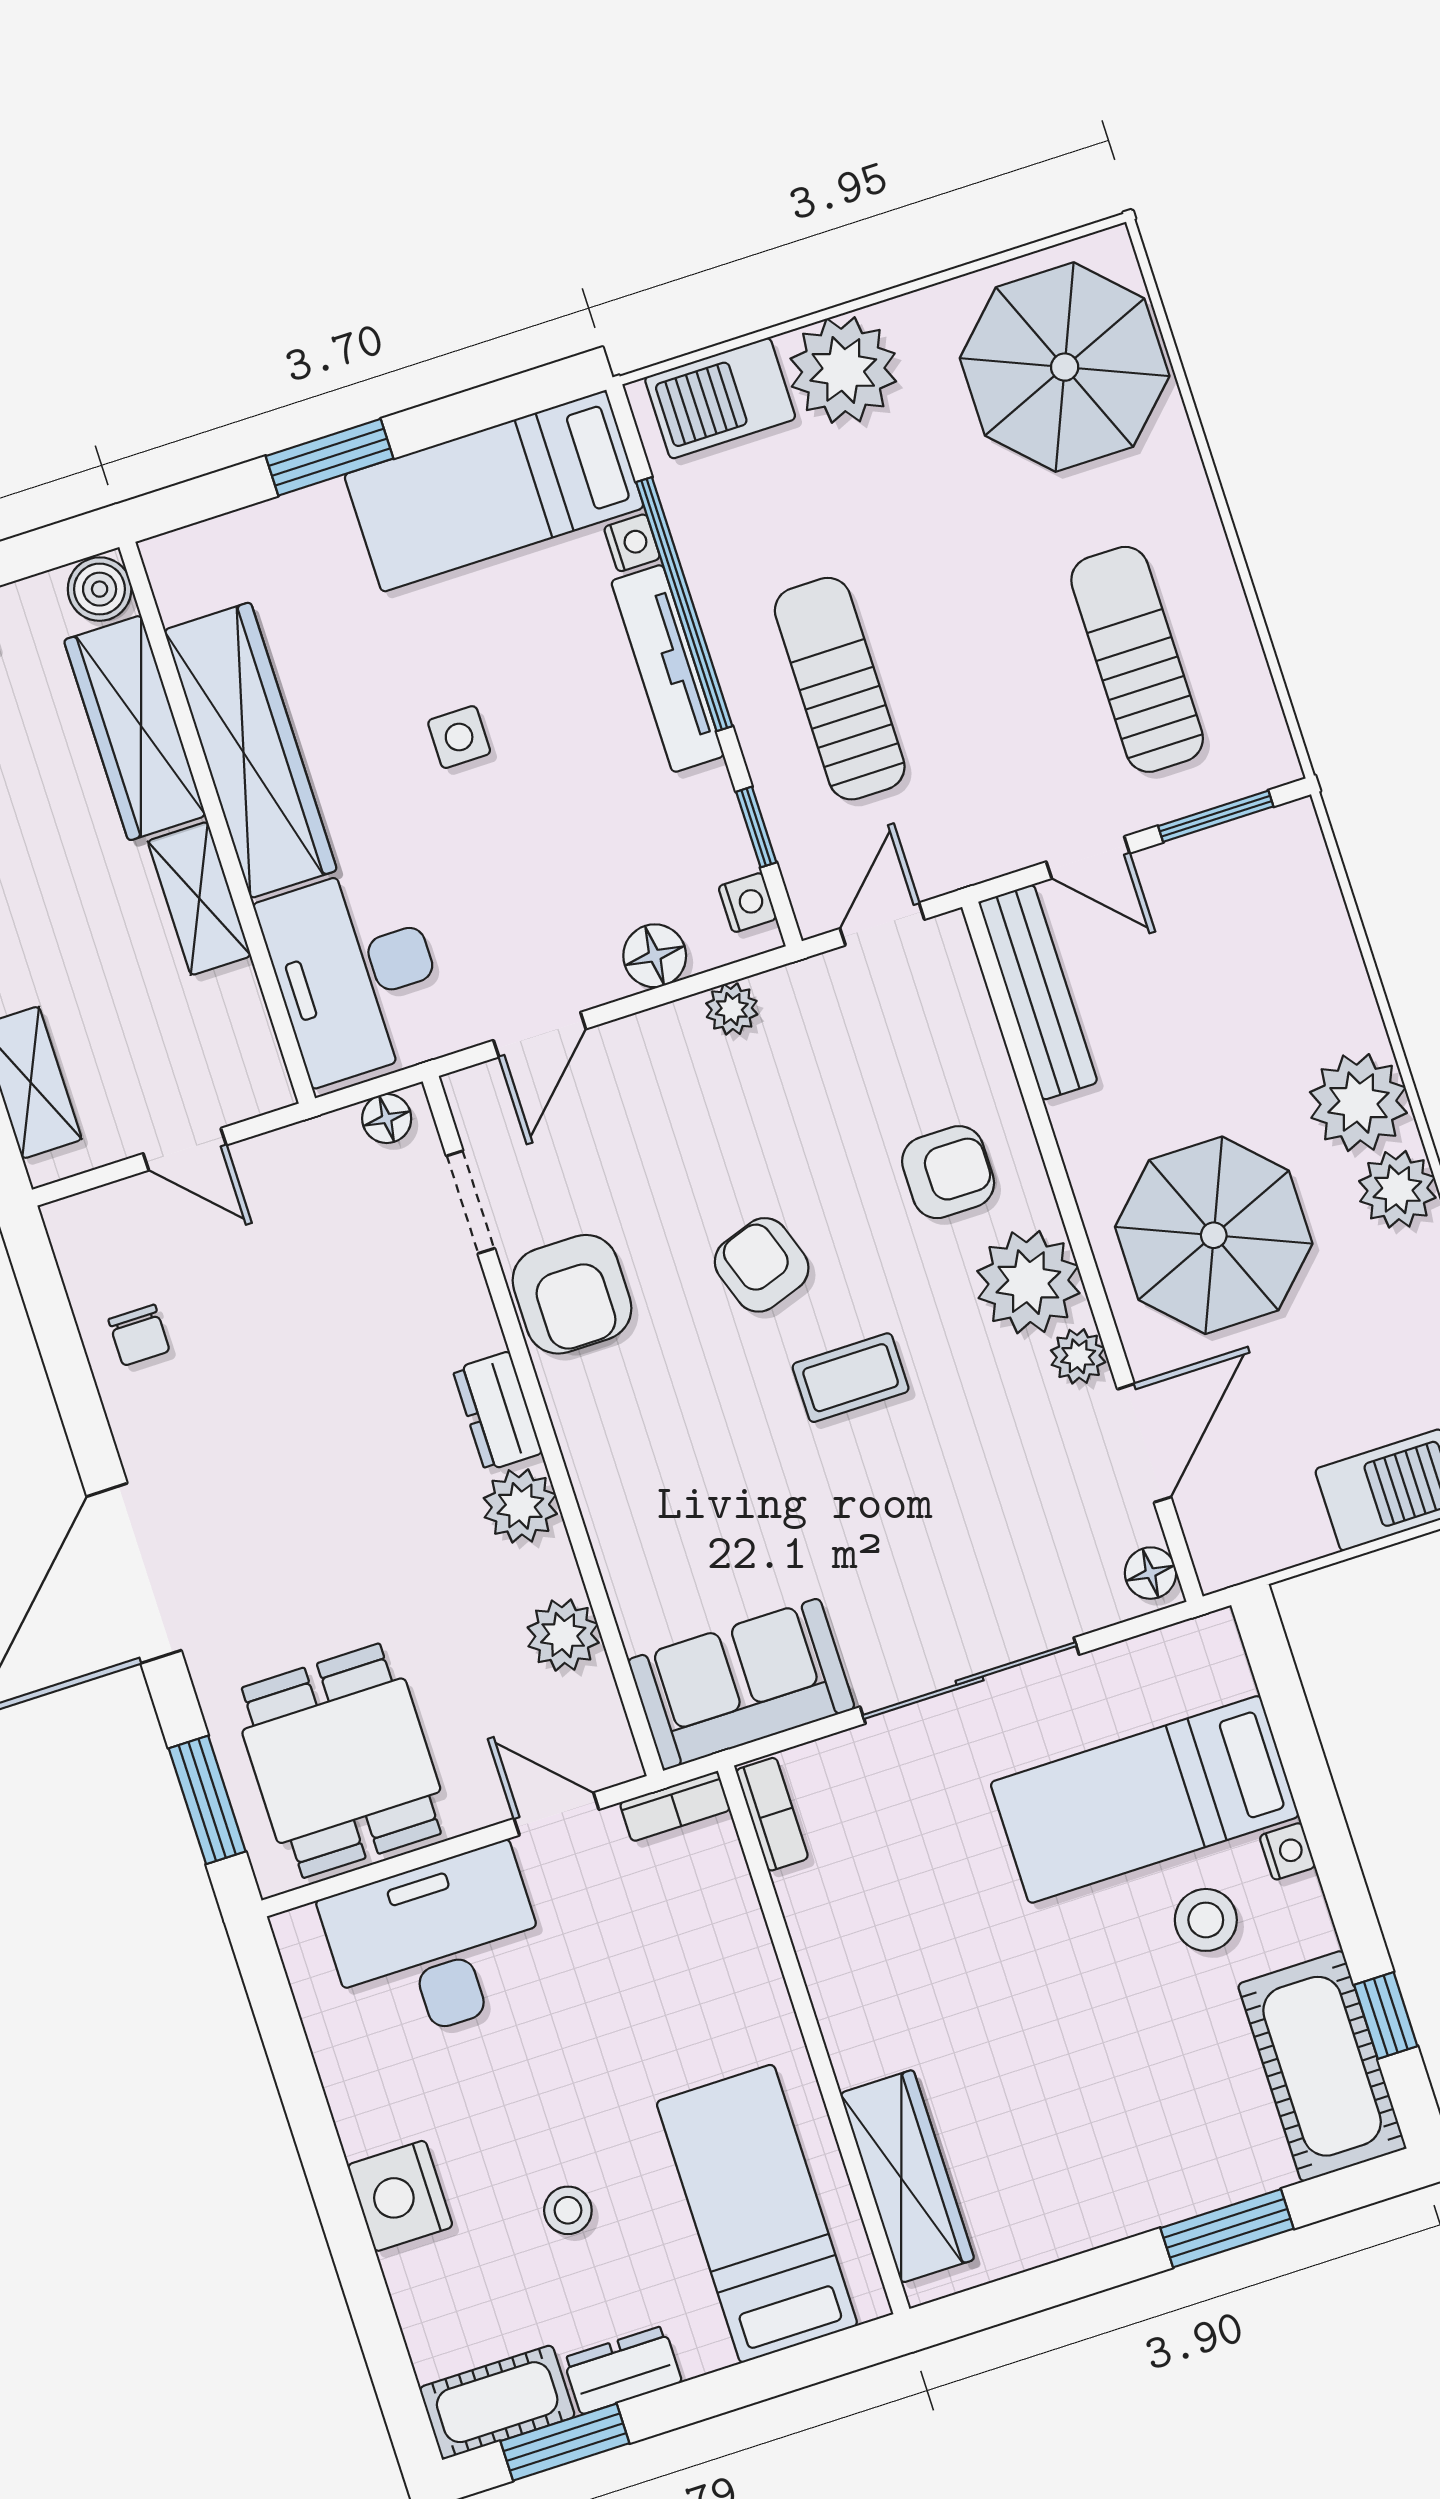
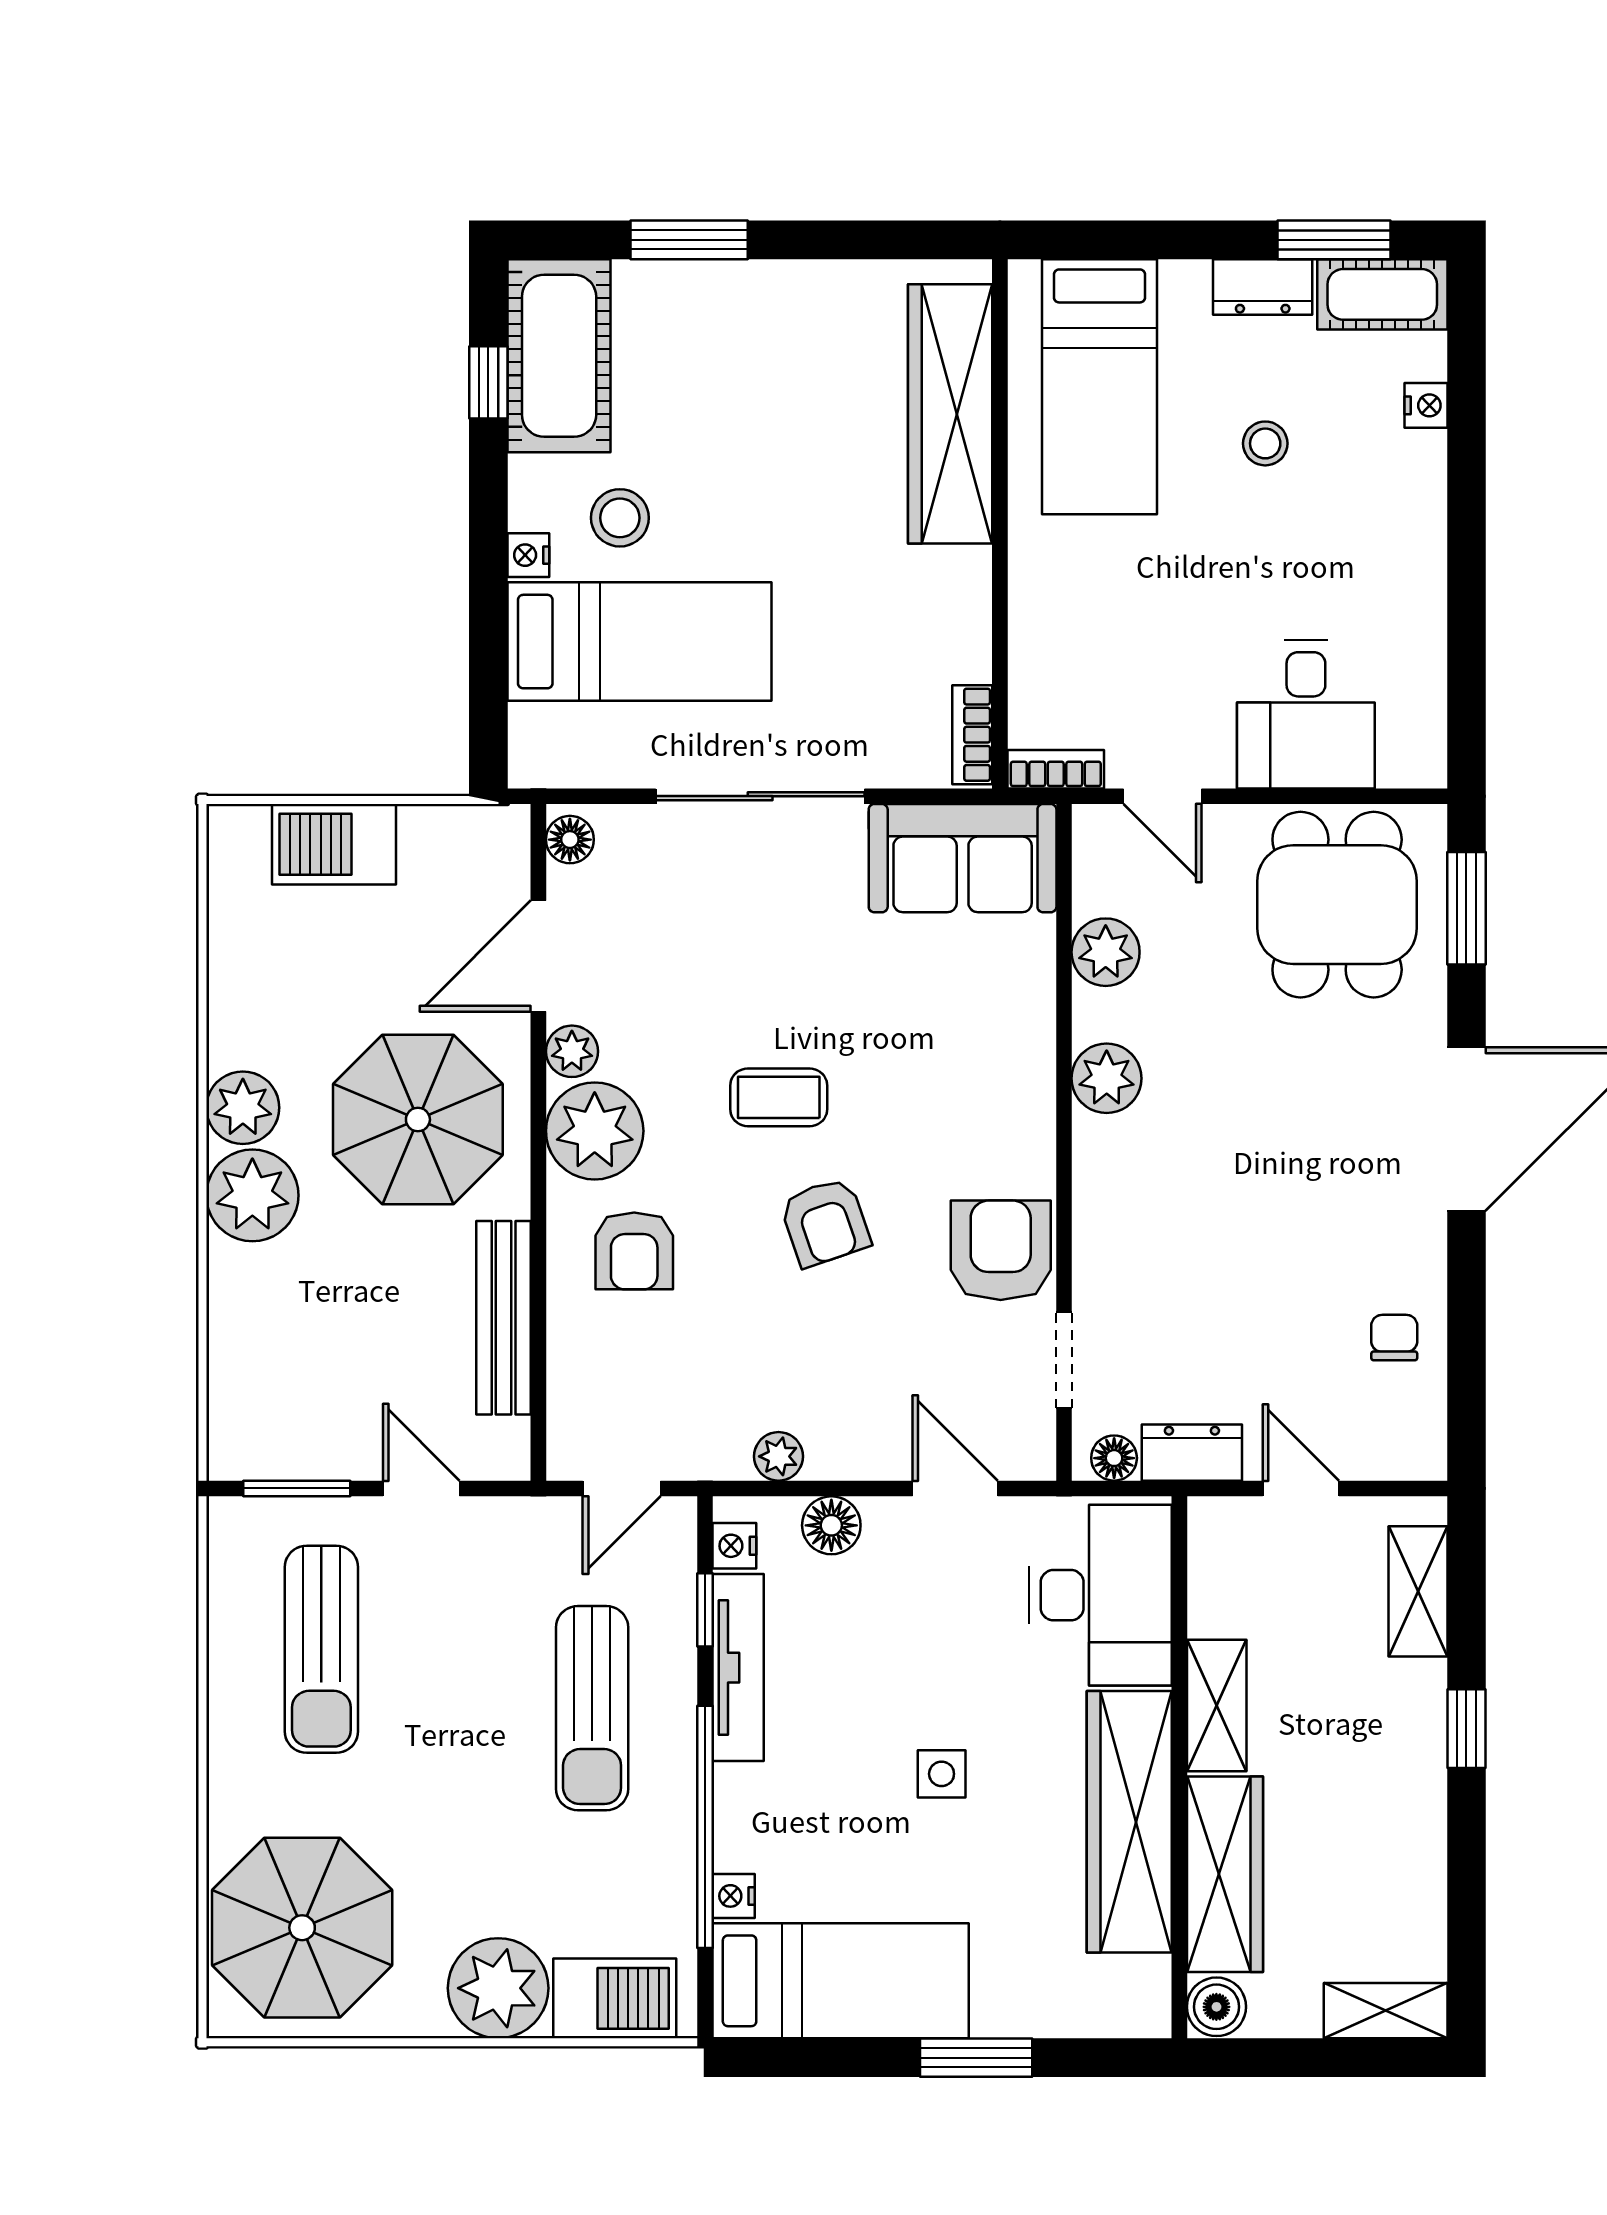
tv unit: (668, 668) -> (738, 1668), moved
bench: (1038, 992) -> (504, 1318), moved
door: (540, 1035) -> (955, 1488), hinge flipped
armchair: (948, 1172) -> (634, 1251), turned -90
dresser: (497, 1411) -> (1192, 1453), moved, turned -90
desk: (436, 1946) -> (1306, 714), width x0.73
wardrobe: (907, 2176) -> (950, 414), width x1.40, depth x1.17
nightstand: (400, 2196) -> (1426, 405), moved, width x0.53, depth x0.56

